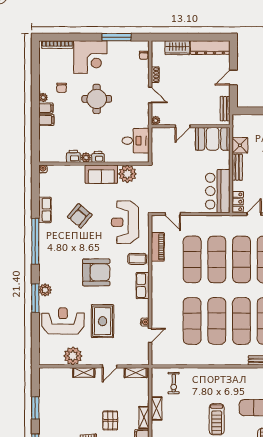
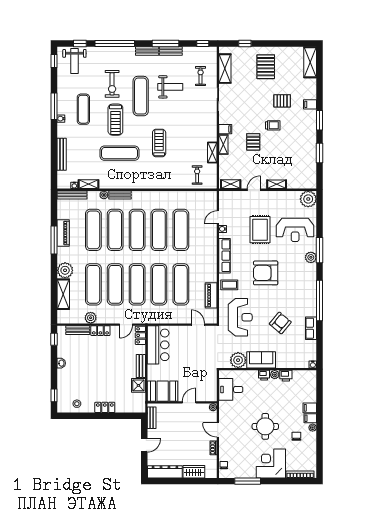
row of seats: (143, 286) -> (225, 256), width x1.48
plant: (73, 356) -> (308, 199), moved

